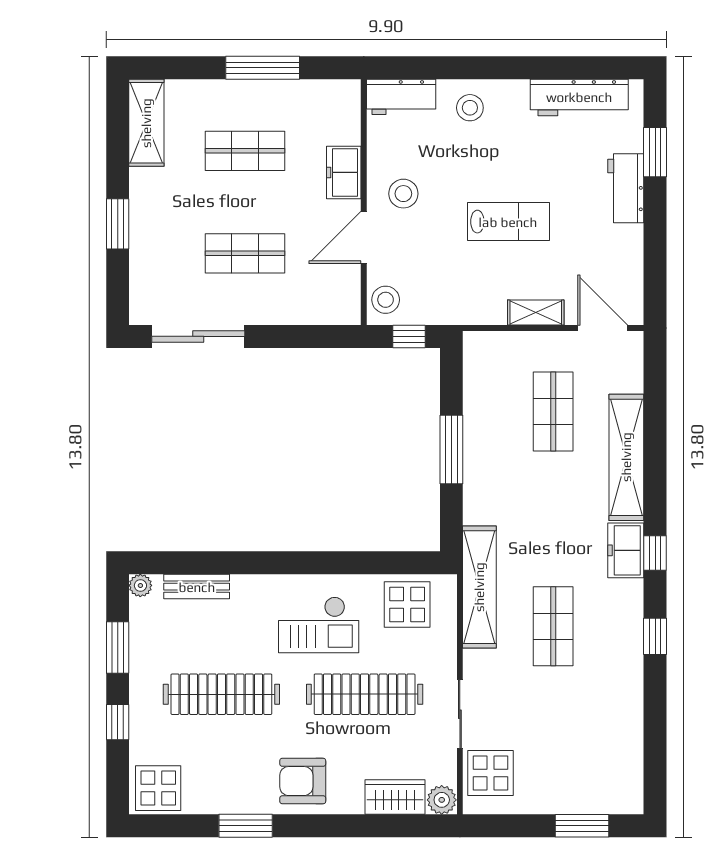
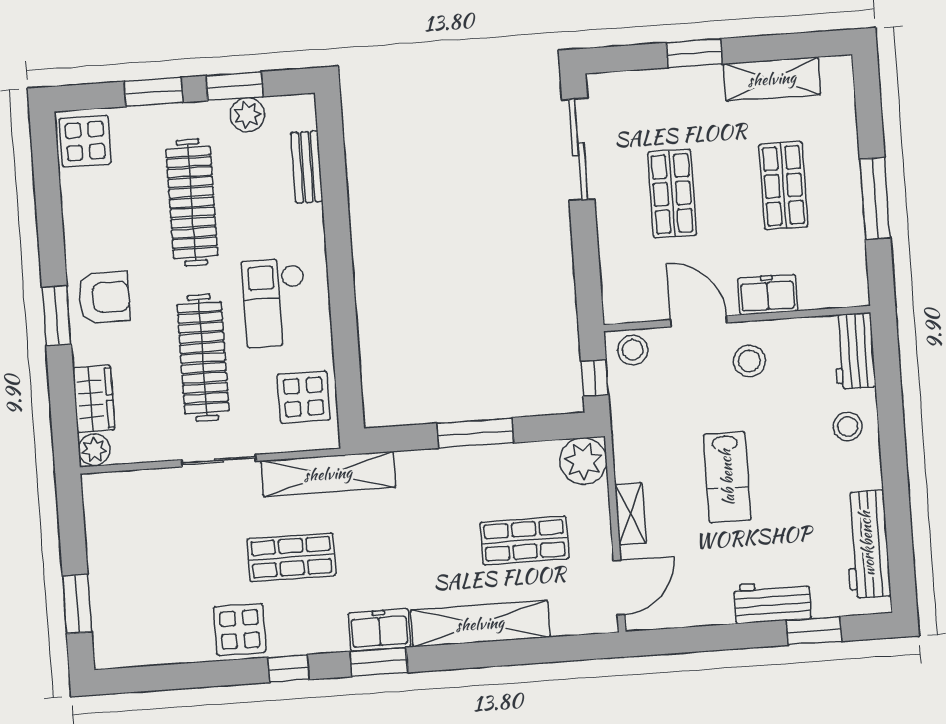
shelving: (146, 123) -> (772, 79), moved
plant: (484, 352) -> (583, 461), added
window: (655, 553) -> (379, 662), width x1.50
plant: (140, 585) -> (247, 115), moved, width x1.38, depth x1.38
sliding door: (460, 714) -> (219, 461), moved
window: (118, 722) -> (153, 92), width x1.50
display table: (491, 773) -> (240, 629), moved
armchair: (303, 781) -> (104, 297), turned 90
window: (246, 826) -> (56, 316), moved

